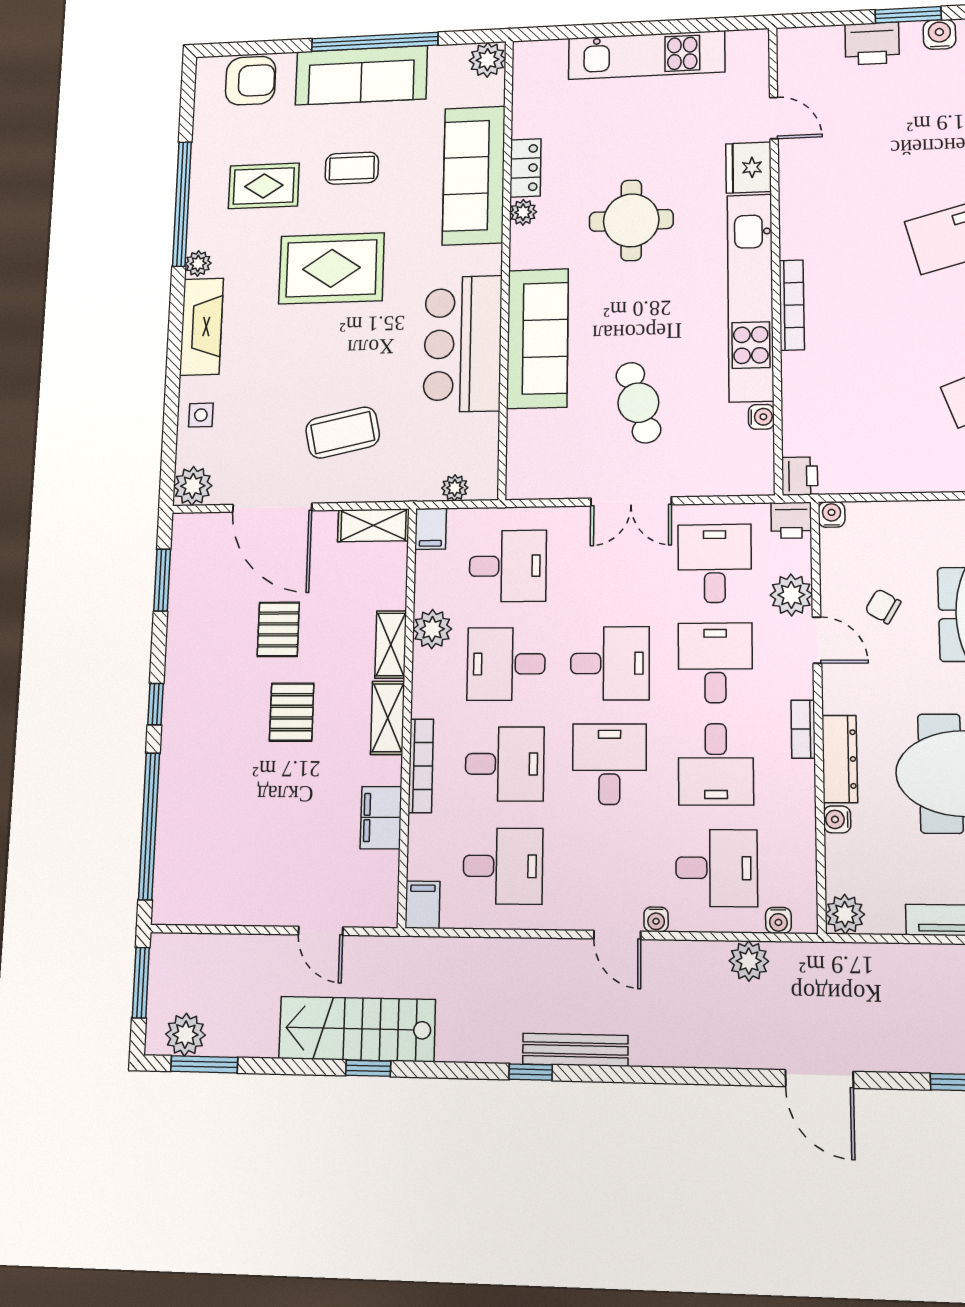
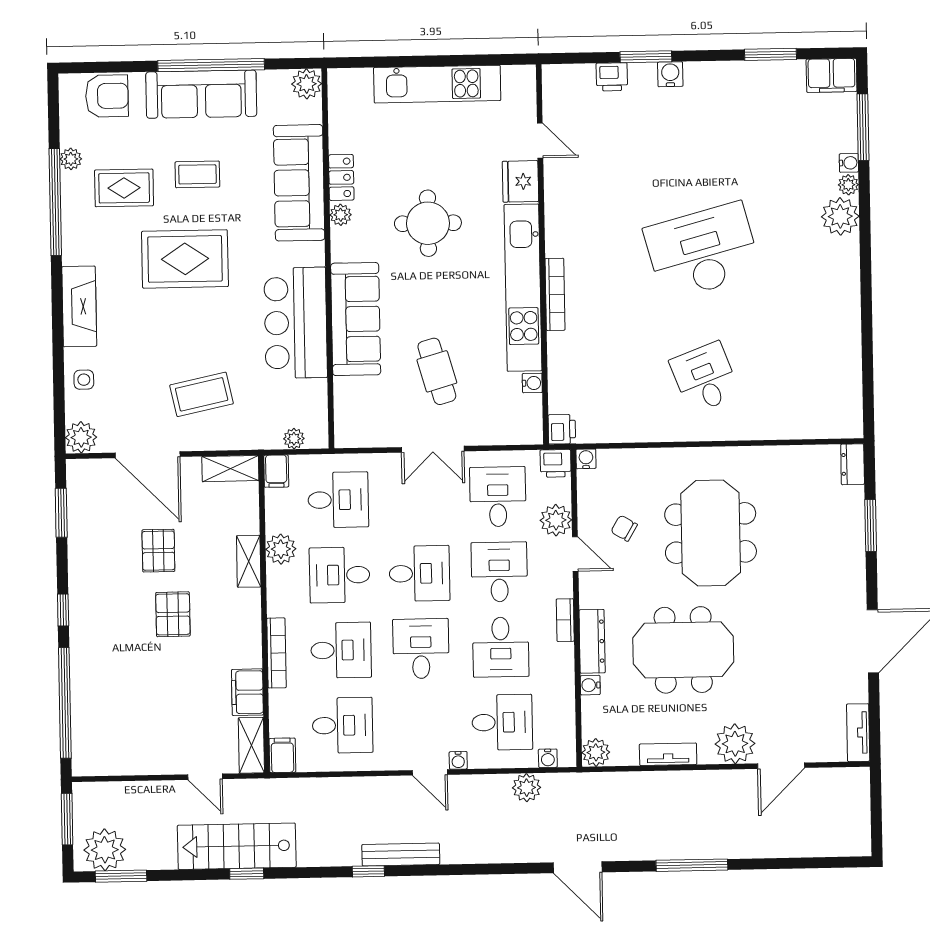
printer: (872, 43) -> (612, 77), width x0.73, depth x0.81
plant: (198, 264) -> (71, 159), moved
shelving: (388, 718) -> (251, 745), moved
plant: (185, 1035) -> (105, 850), width x1.36, depth x1.36

